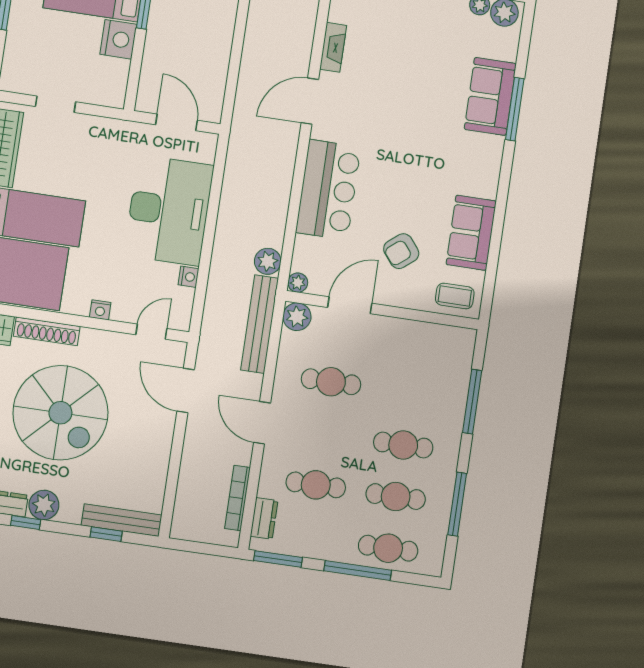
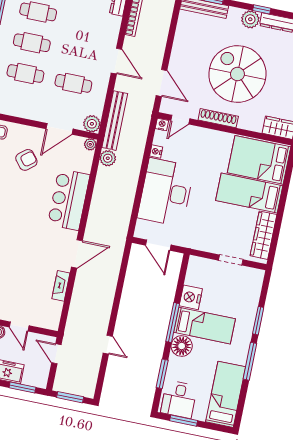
nightstand: (100, 310) -> (162, 125), moved
shoe rack: (47, 331) -> (218, 118), moved
cafe table: (316, 485) -> (25, 74), moved

